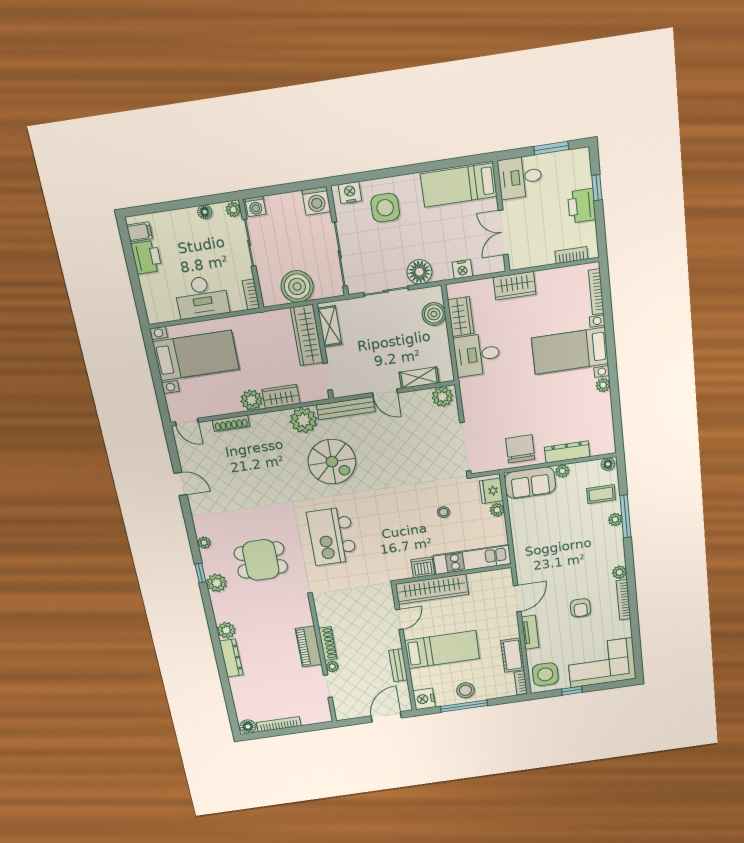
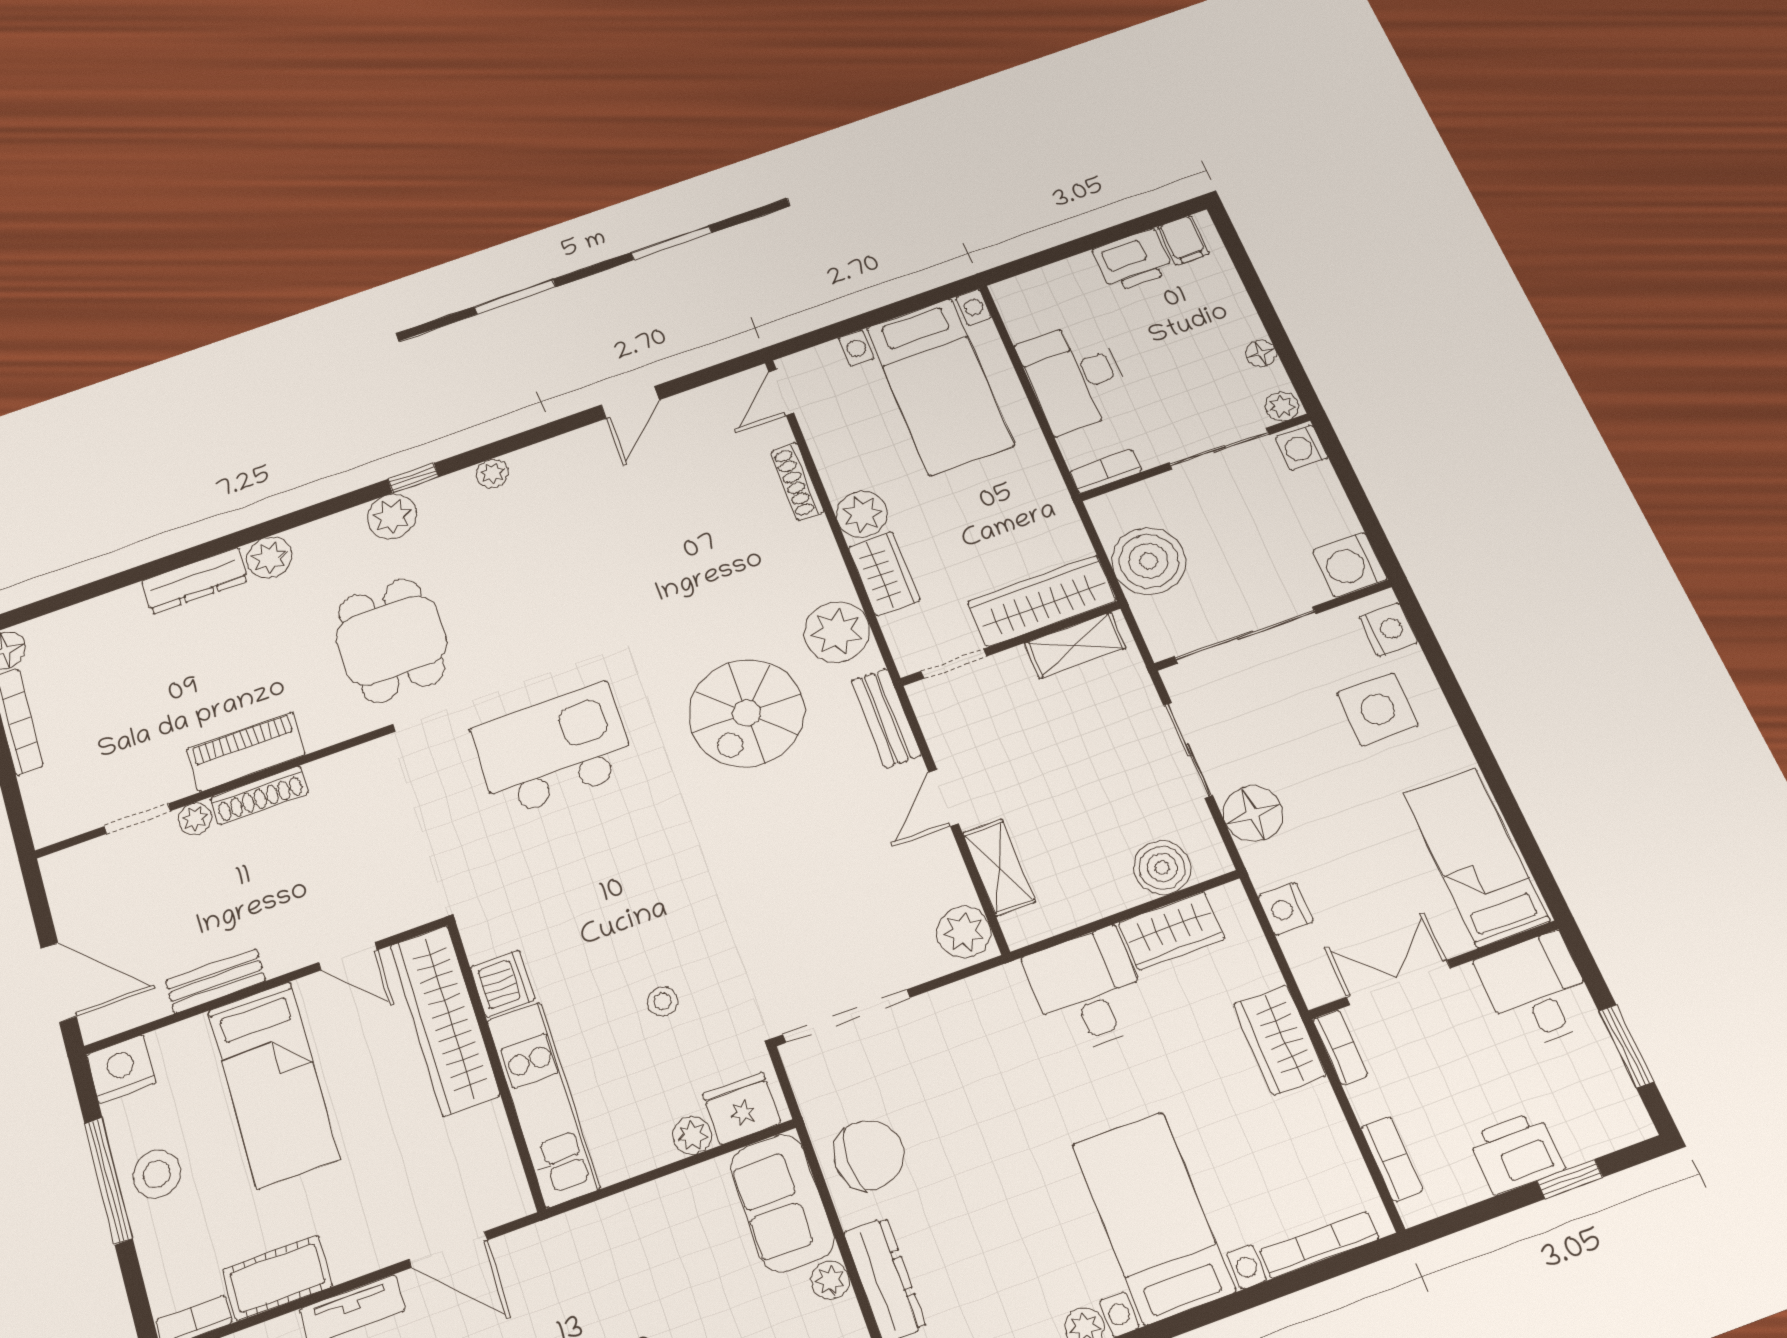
bookcase: (523, 263) -> (1340, 1047), added
bench: (346, 408) -> (886, 718), width x0.73
dining table: (261, 560) -> (391, 640), moved

